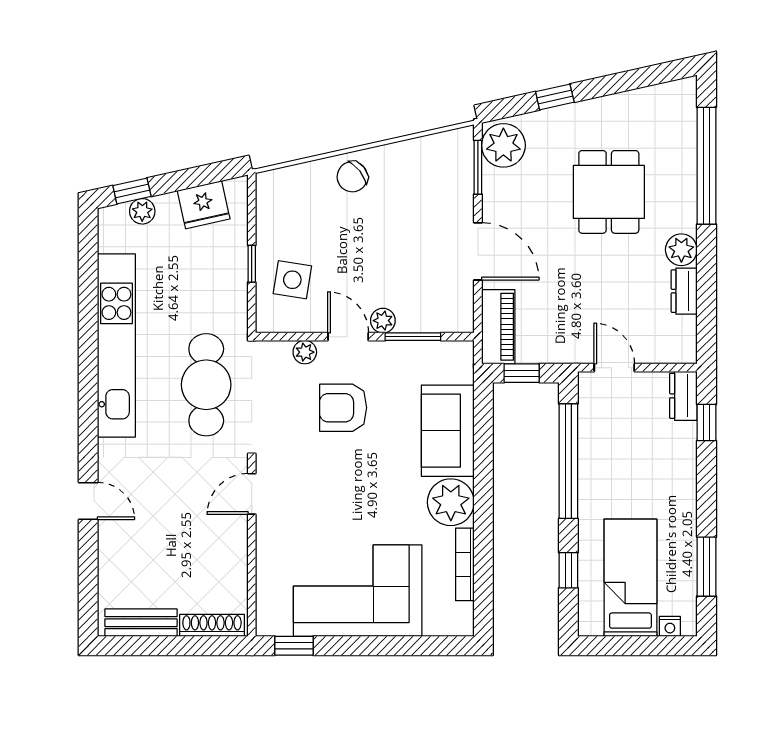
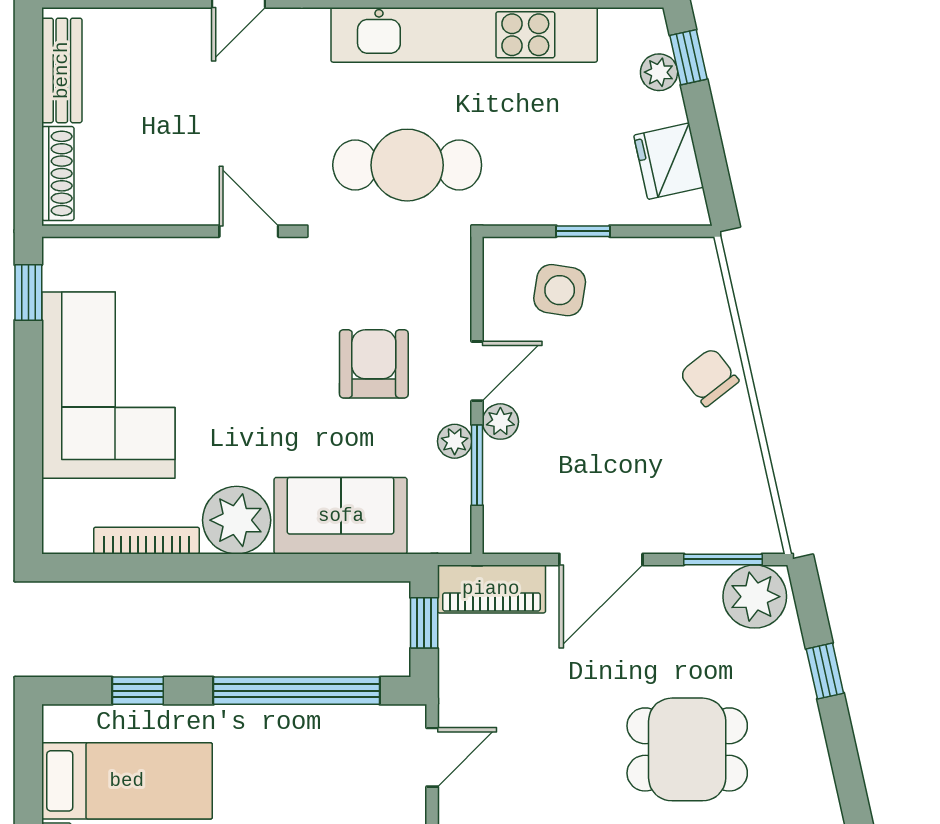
plant: (305, 352) -> (455, 441), moved

